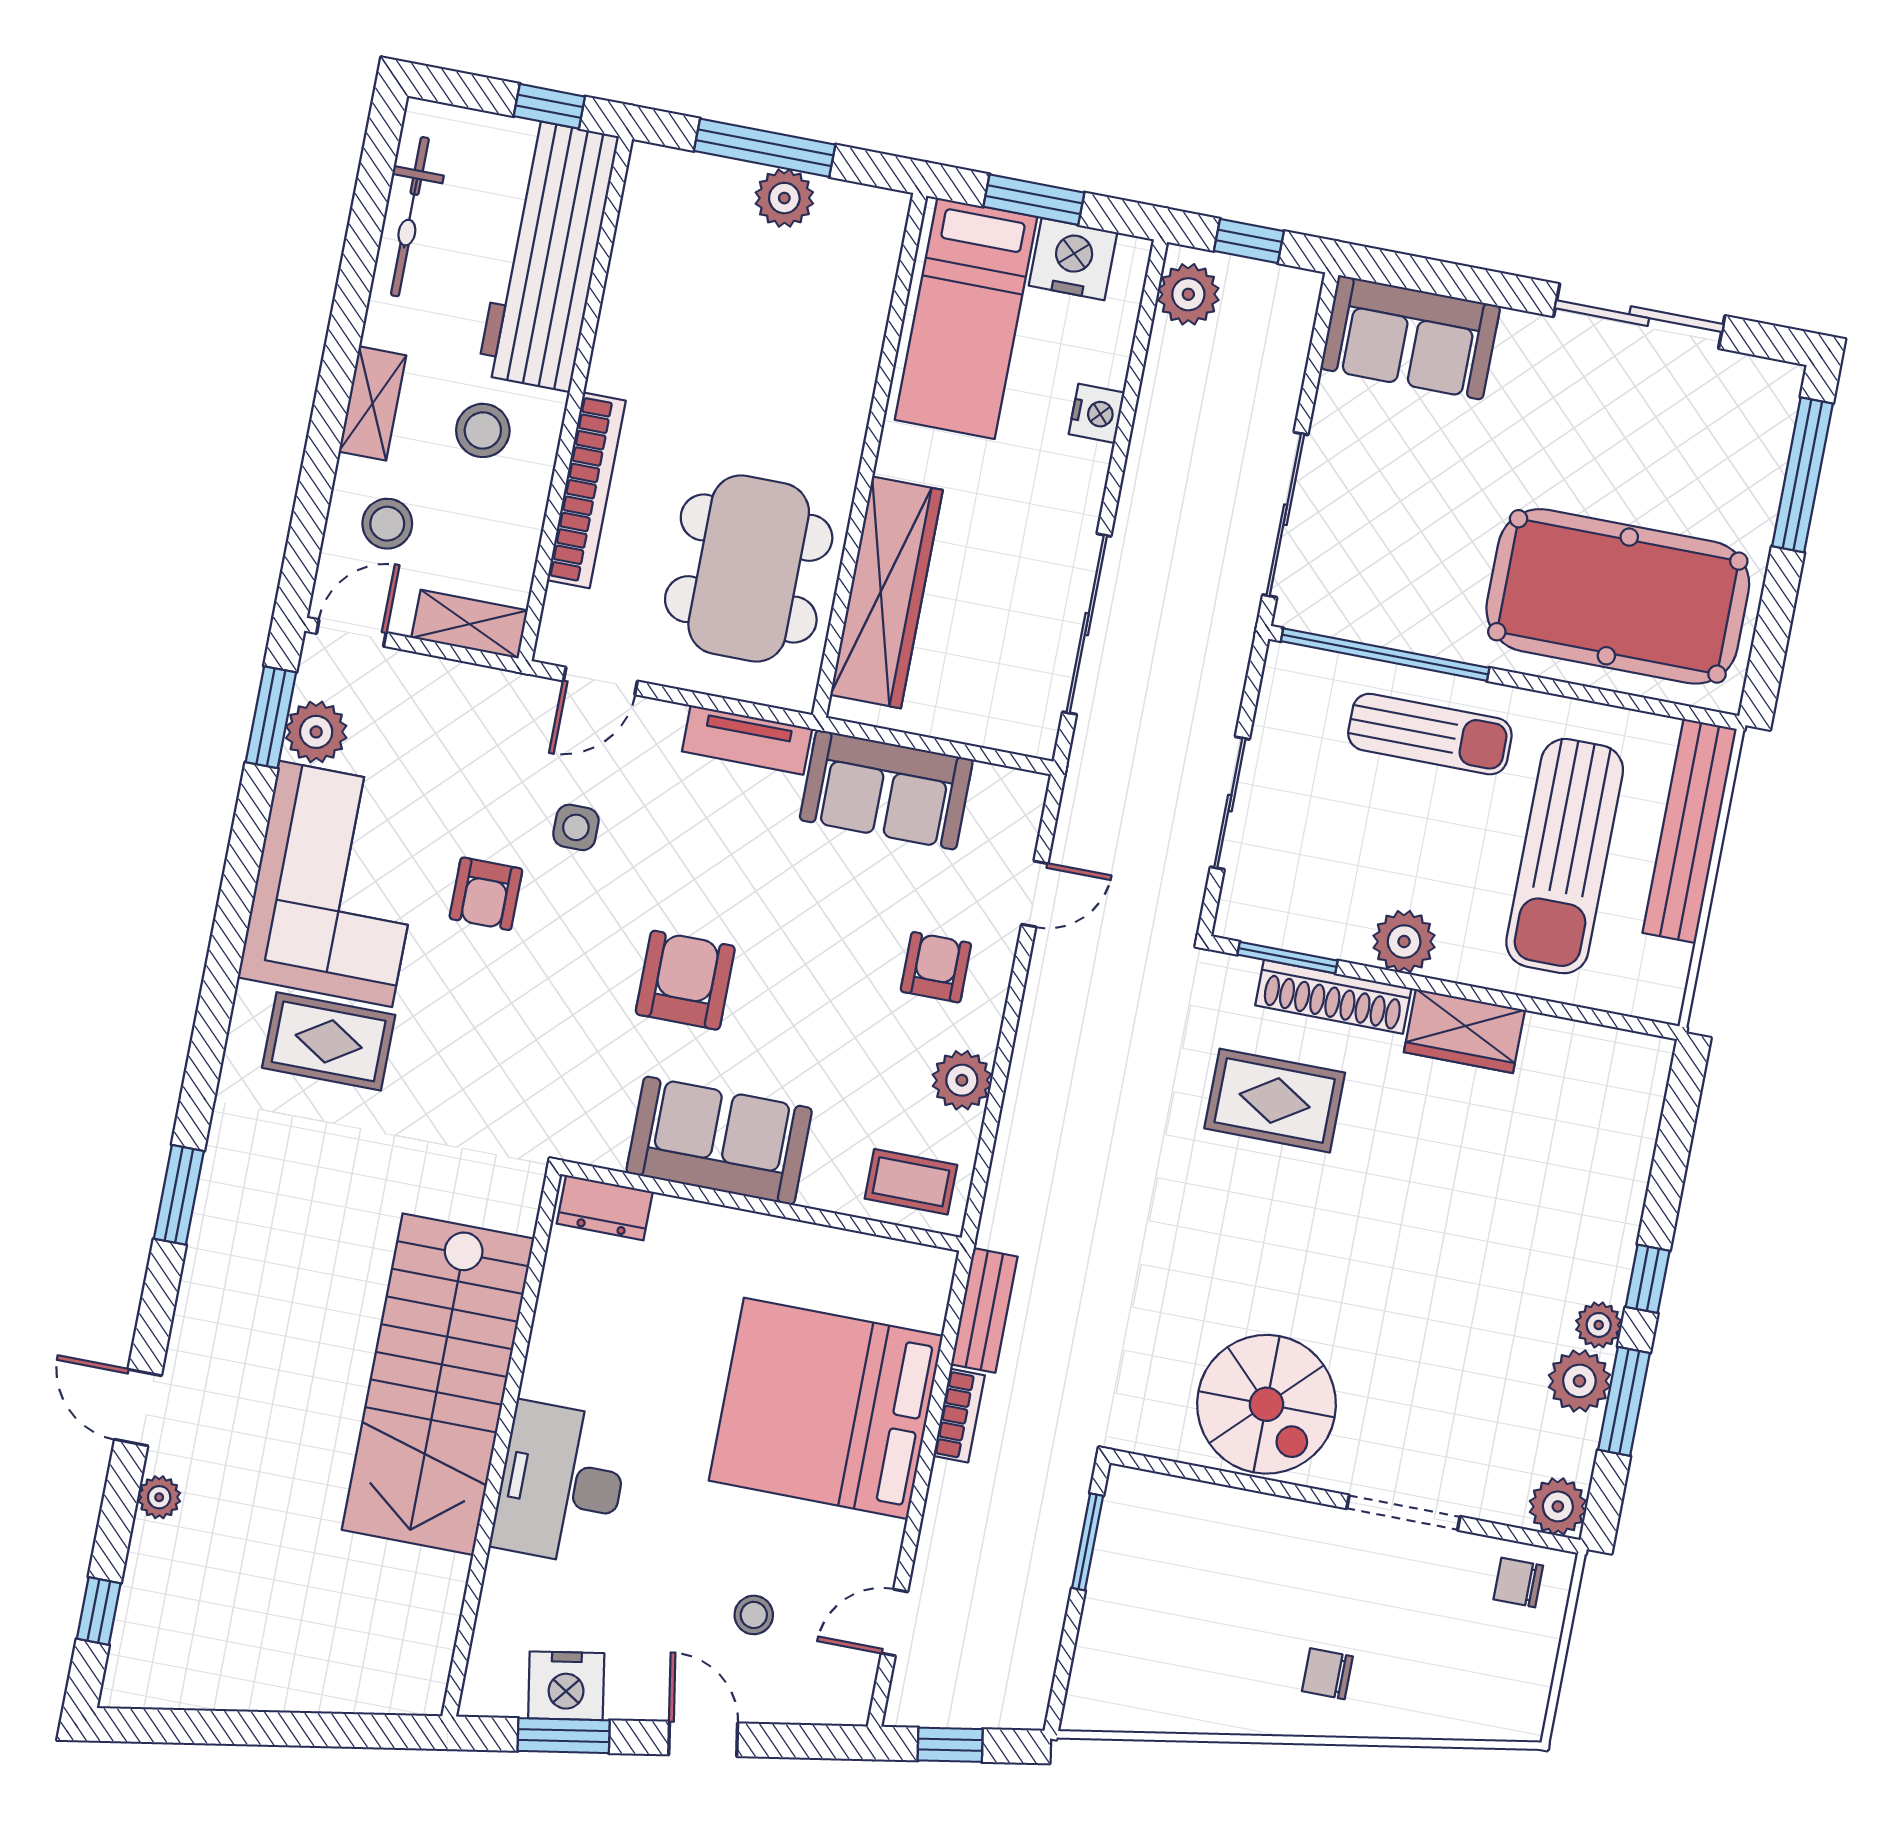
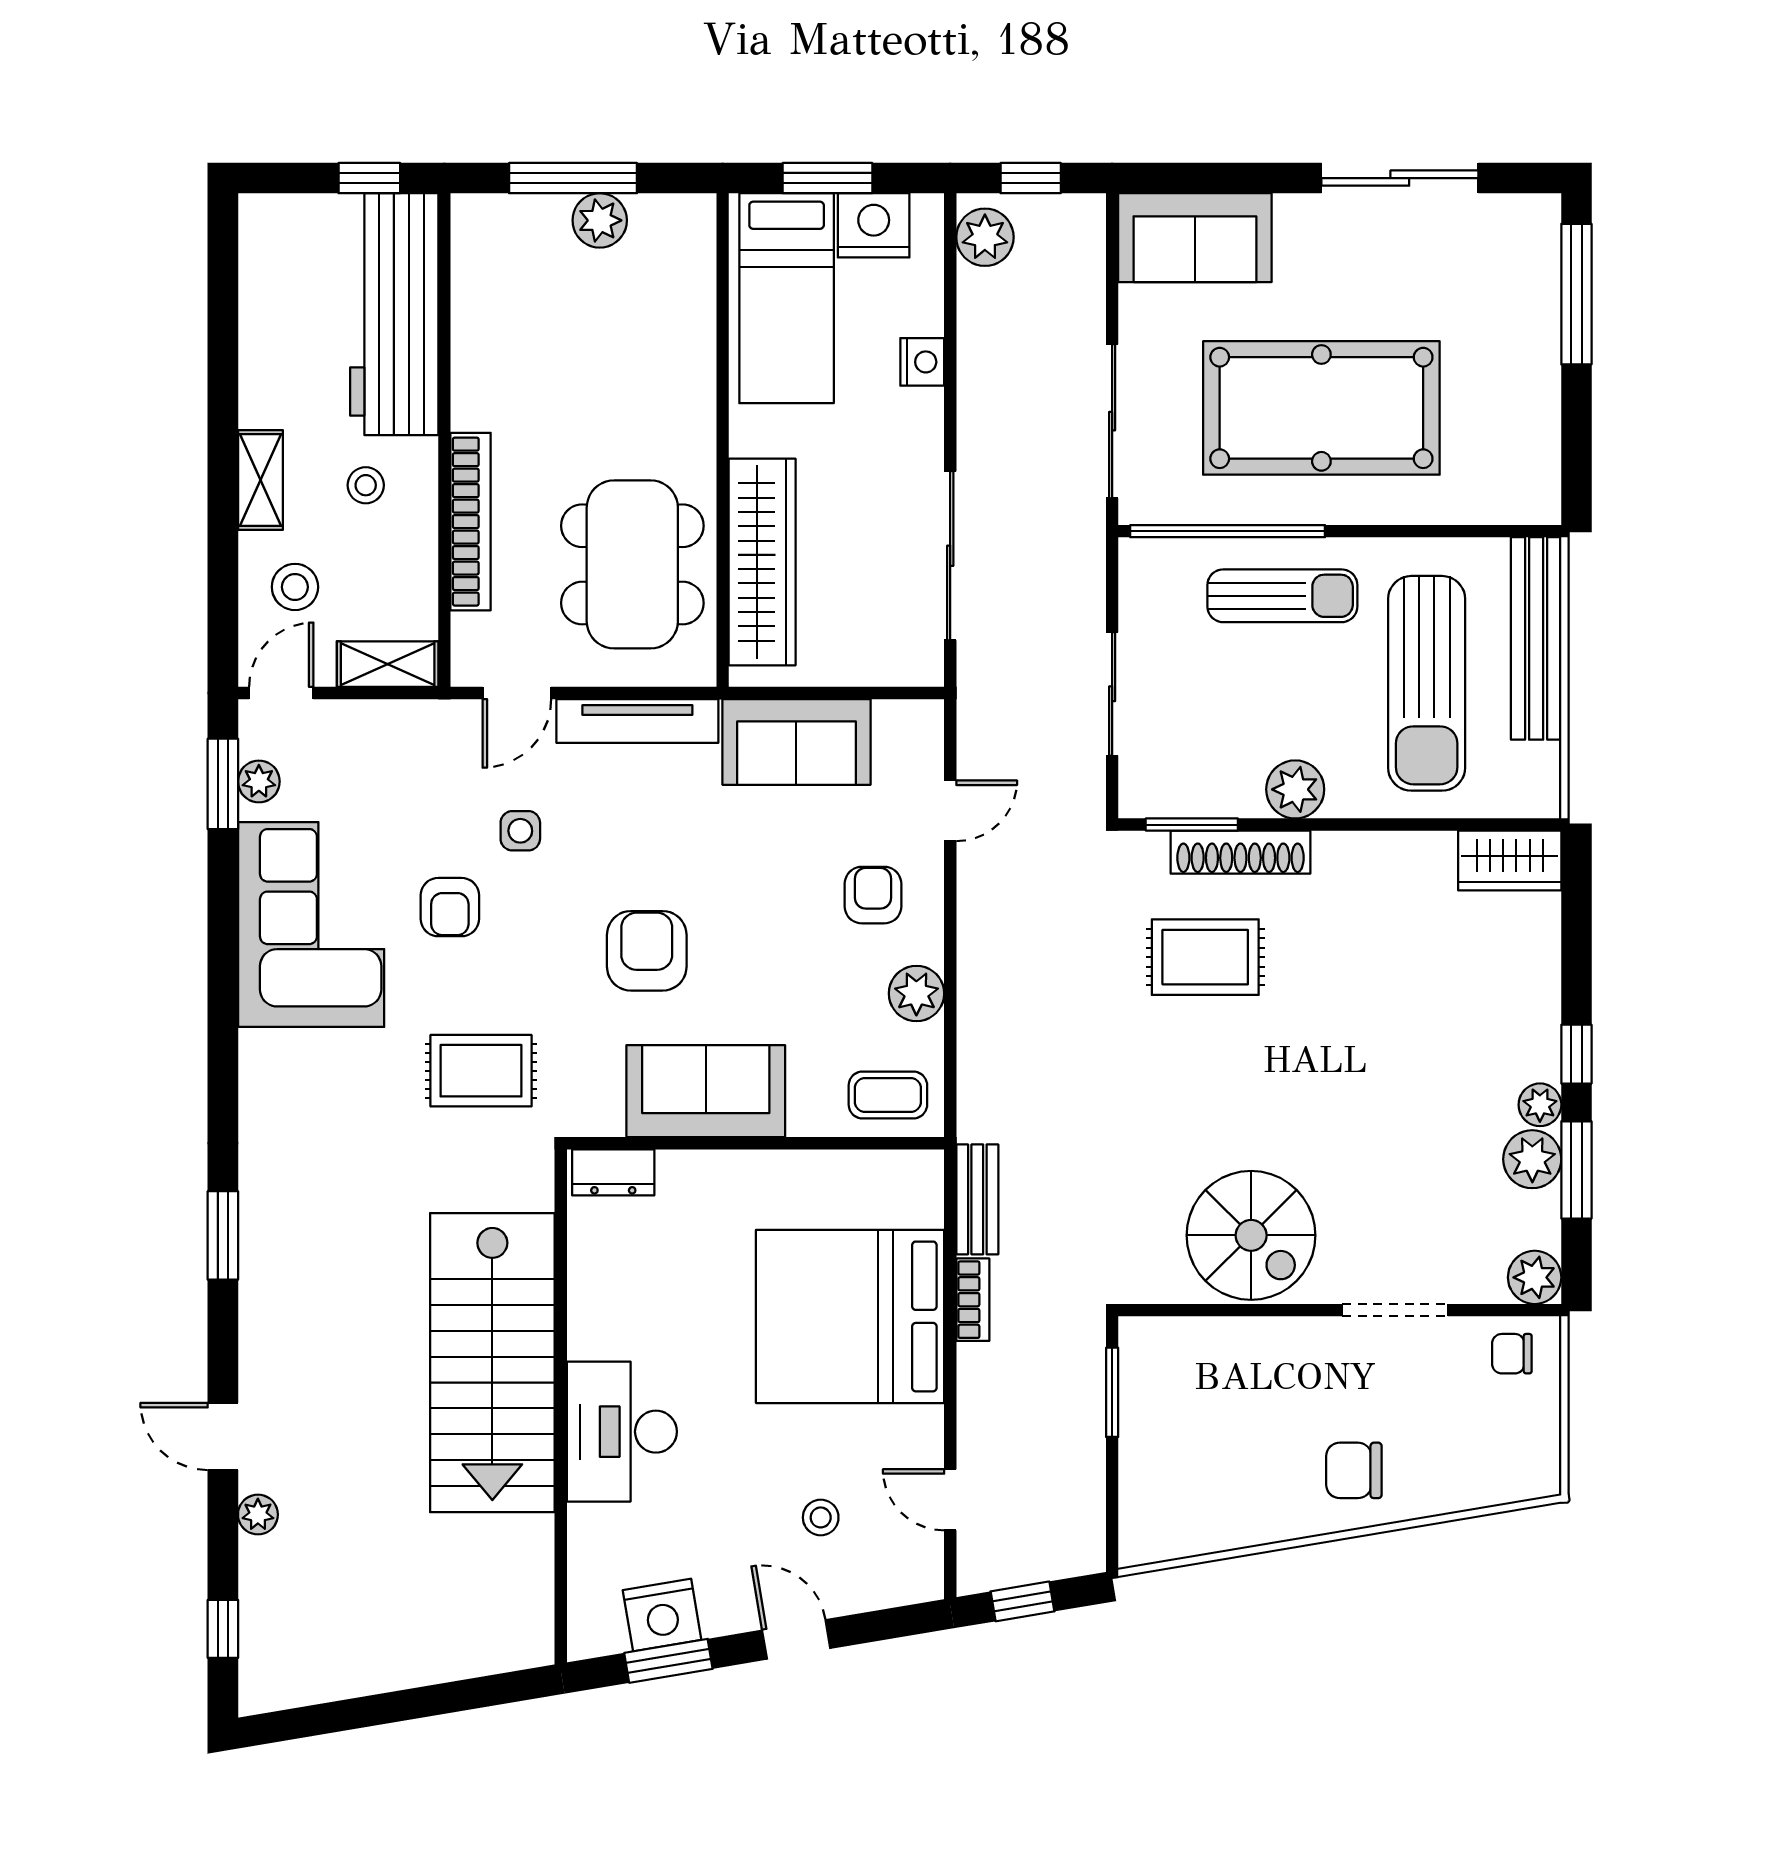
bicycle: (410, 217) -> (262, 303), removed
stool: (483, 430) -> (366, 485), width x0.73, depth x0.73
pool table: (1618, 596) -> (1321, 408), moved
plant: (316, 732) -> (259, 781), width x0.73, depth x0.73
tv unit: (747, 740) -> (637, 721), width x1.41
wardrobe: (1464, 1031) -> (1510, 860), moved
rug: (329, 1041) -> (481, 1071), moved
door: (894, 1623) -> (950, 1500), hinge flipped
chair: (1327, 1674) -> (1354, 1470), width x1.37, depth x1.37

